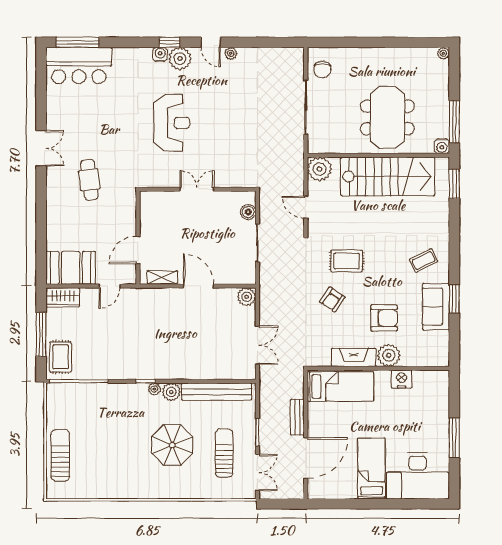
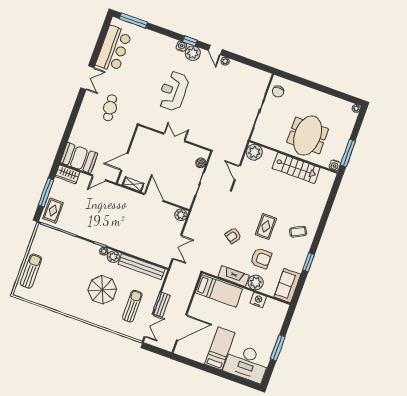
bar counter: (79, 65) -> (114, 49), moved, turned -90
reception desk: (172, 123) -> (173, 91), turned 180
stairs: (388, 176) -> (296, 168), width x0.73, depth x0.66
window: (454, 184) -> (334, 191), removed
rug: (347, 261) -> (266, 226), moved, turned 90
sofa: (436, 307) -> (287, 286), moved
bench: (297, 417) -> (162, 305), moved

